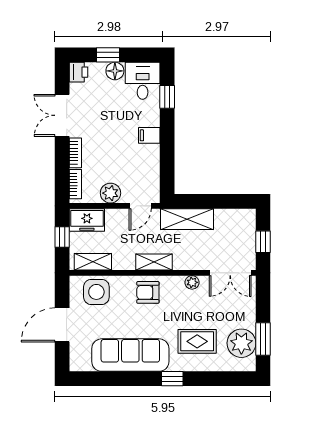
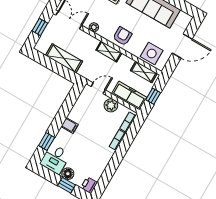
double door: (62, 115) -> (113, 166), removed
shelving: (187, 219) -> (64, 58), moved
freezer: (87, 220) -> (129, 95), width x1.40
armchair: (148, 292) -> (122, 36), turned -90

